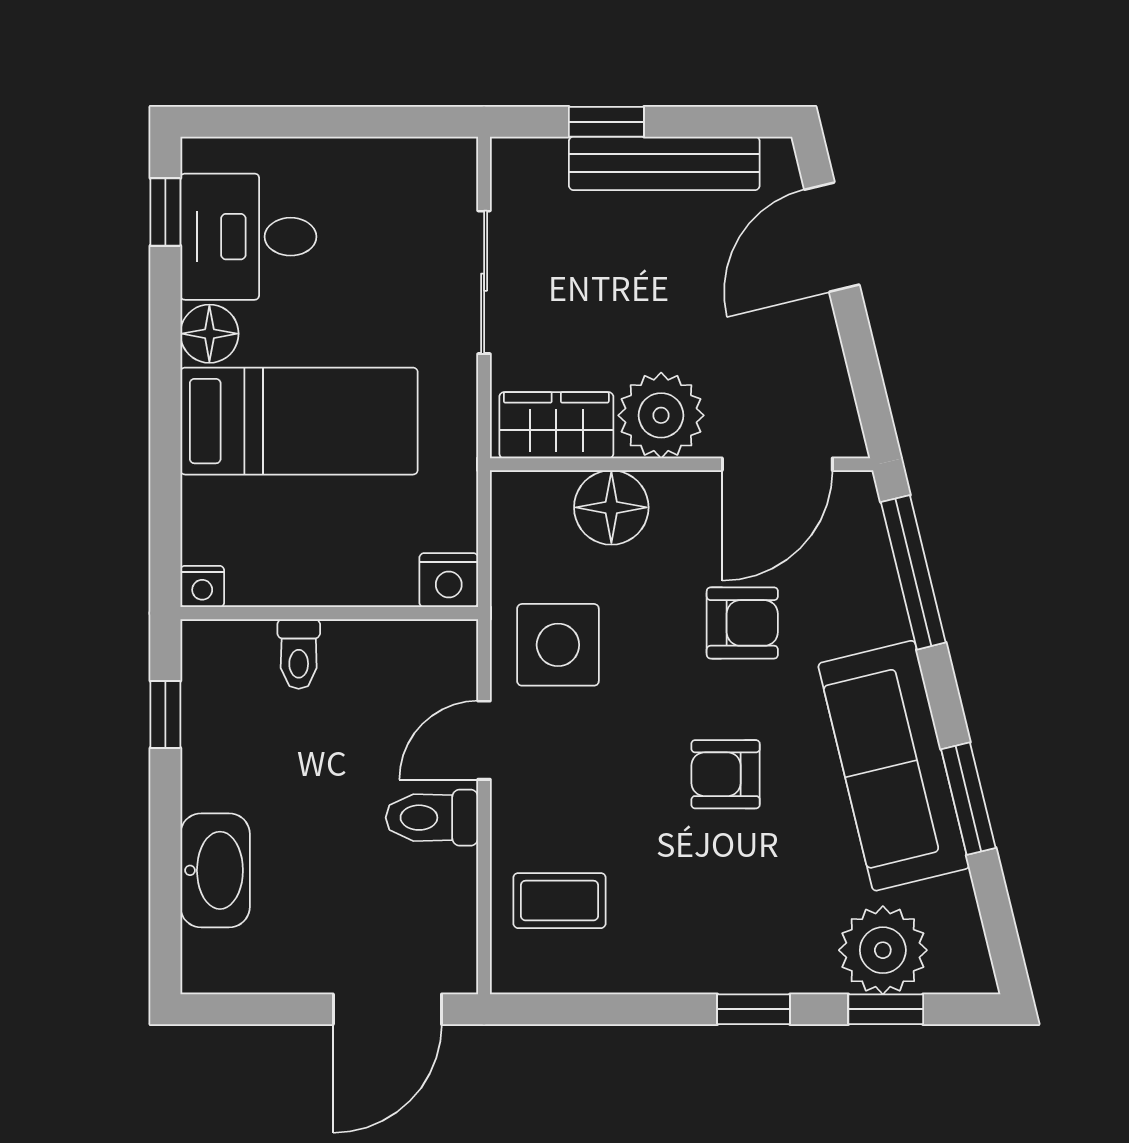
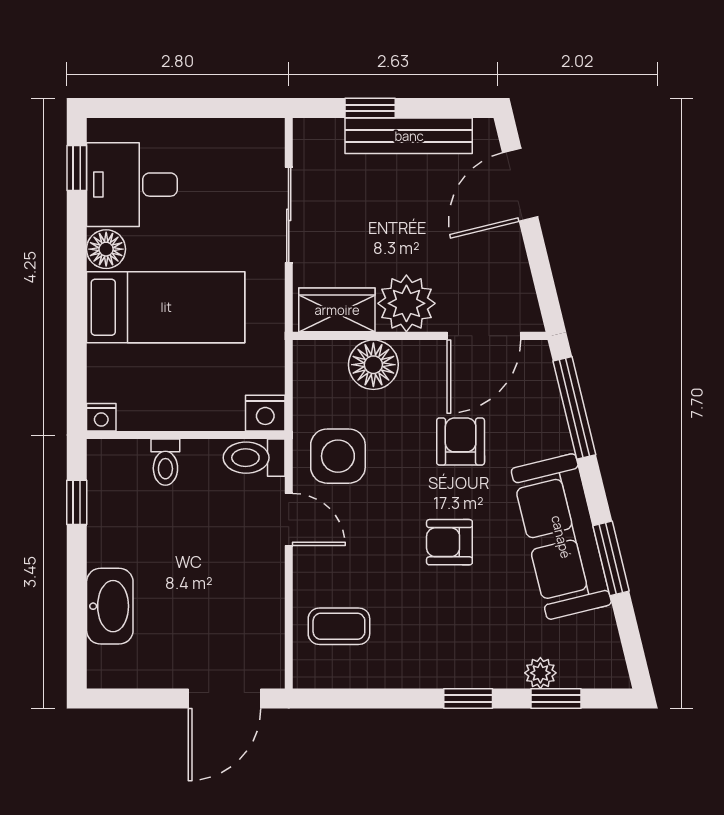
armchair: (742, 623) -> (461, 442), turned -90
door: (484, 740) -> (289, 520), swing flipped
toilet: (432, 818) -> (254, 458), moved
plant: (883, 950) -> (540, 673), width x0.53, depth x0.53

